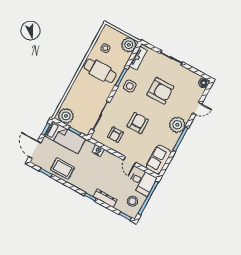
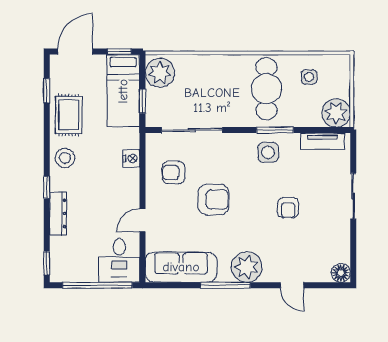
armchair: (160, 91) -> (288, 208), width x0.53, depth x0.53
sofa: (158, 159) -> (181, 267), width x1.36
stool: (132, 201) -> (65, 158), moved

